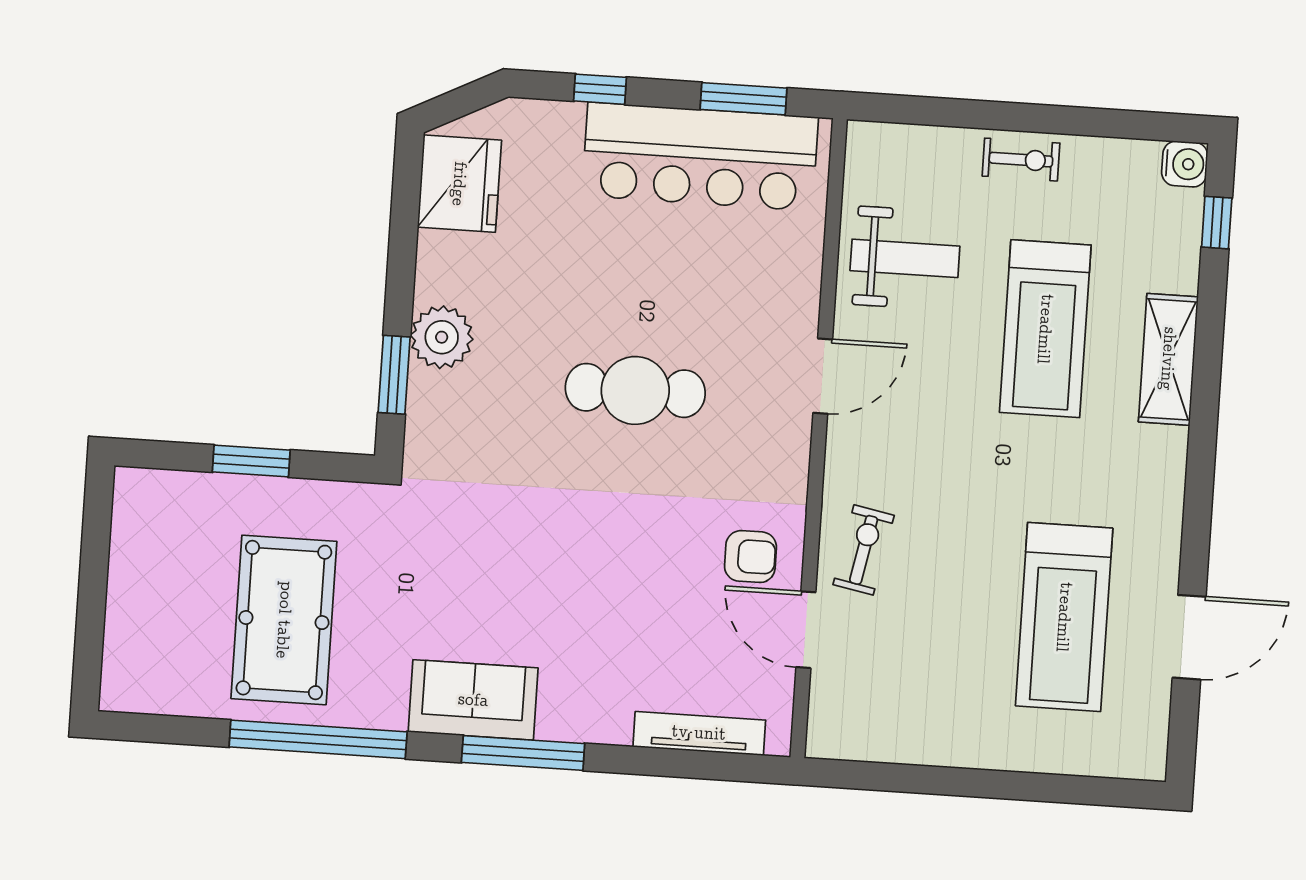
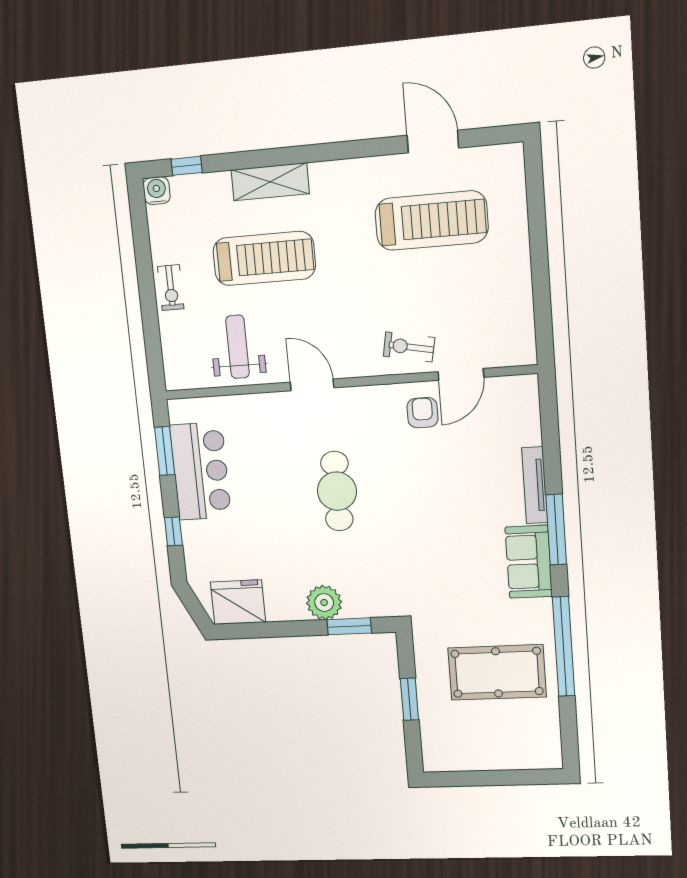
bar counter: (700, 157) -> (200, 471), width x0.73
exercise bike: (1021, 160) -> (171, 288), turned 180
tv unit: (699, 733) -> (535, 485), moved

